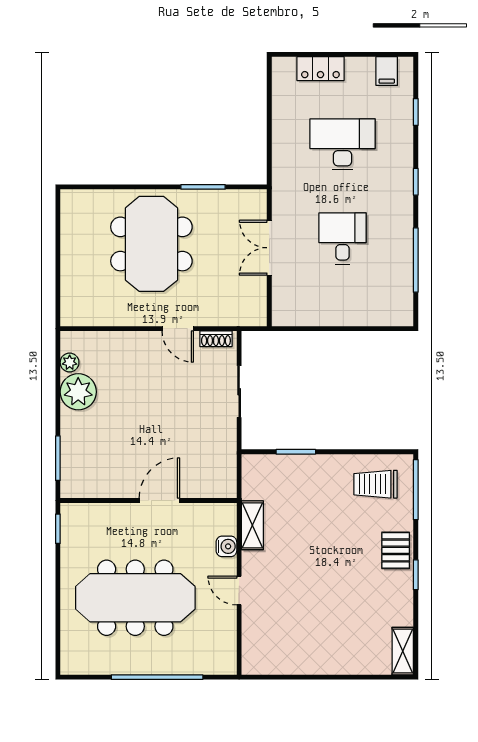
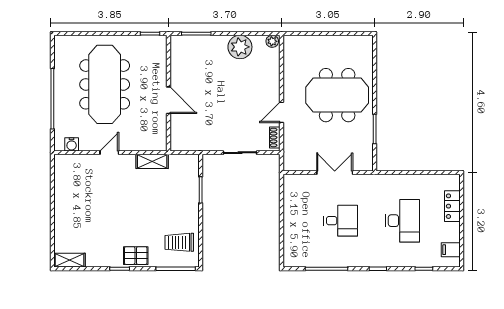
plant: (70, 362) -> (272, 41), moved
trolley: (375, 484) -> (179, 242), turned -90
water cooler: (226, 546) -> (72, 144), moved

